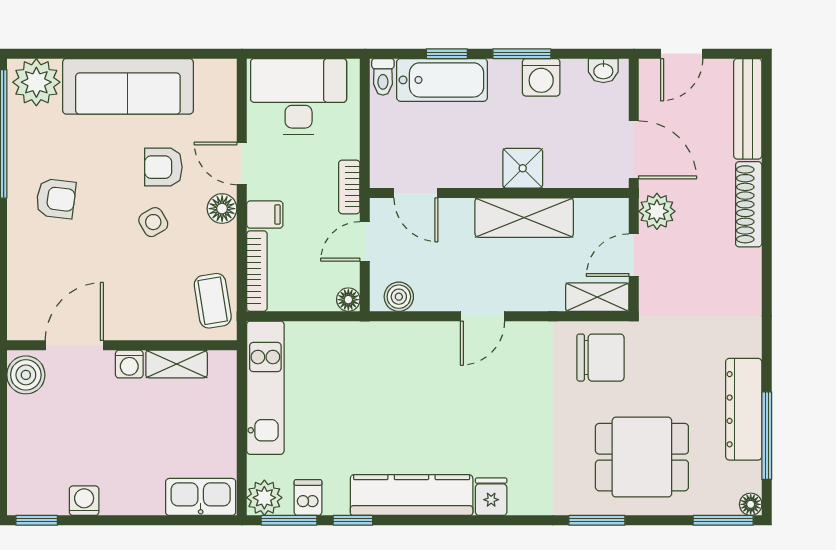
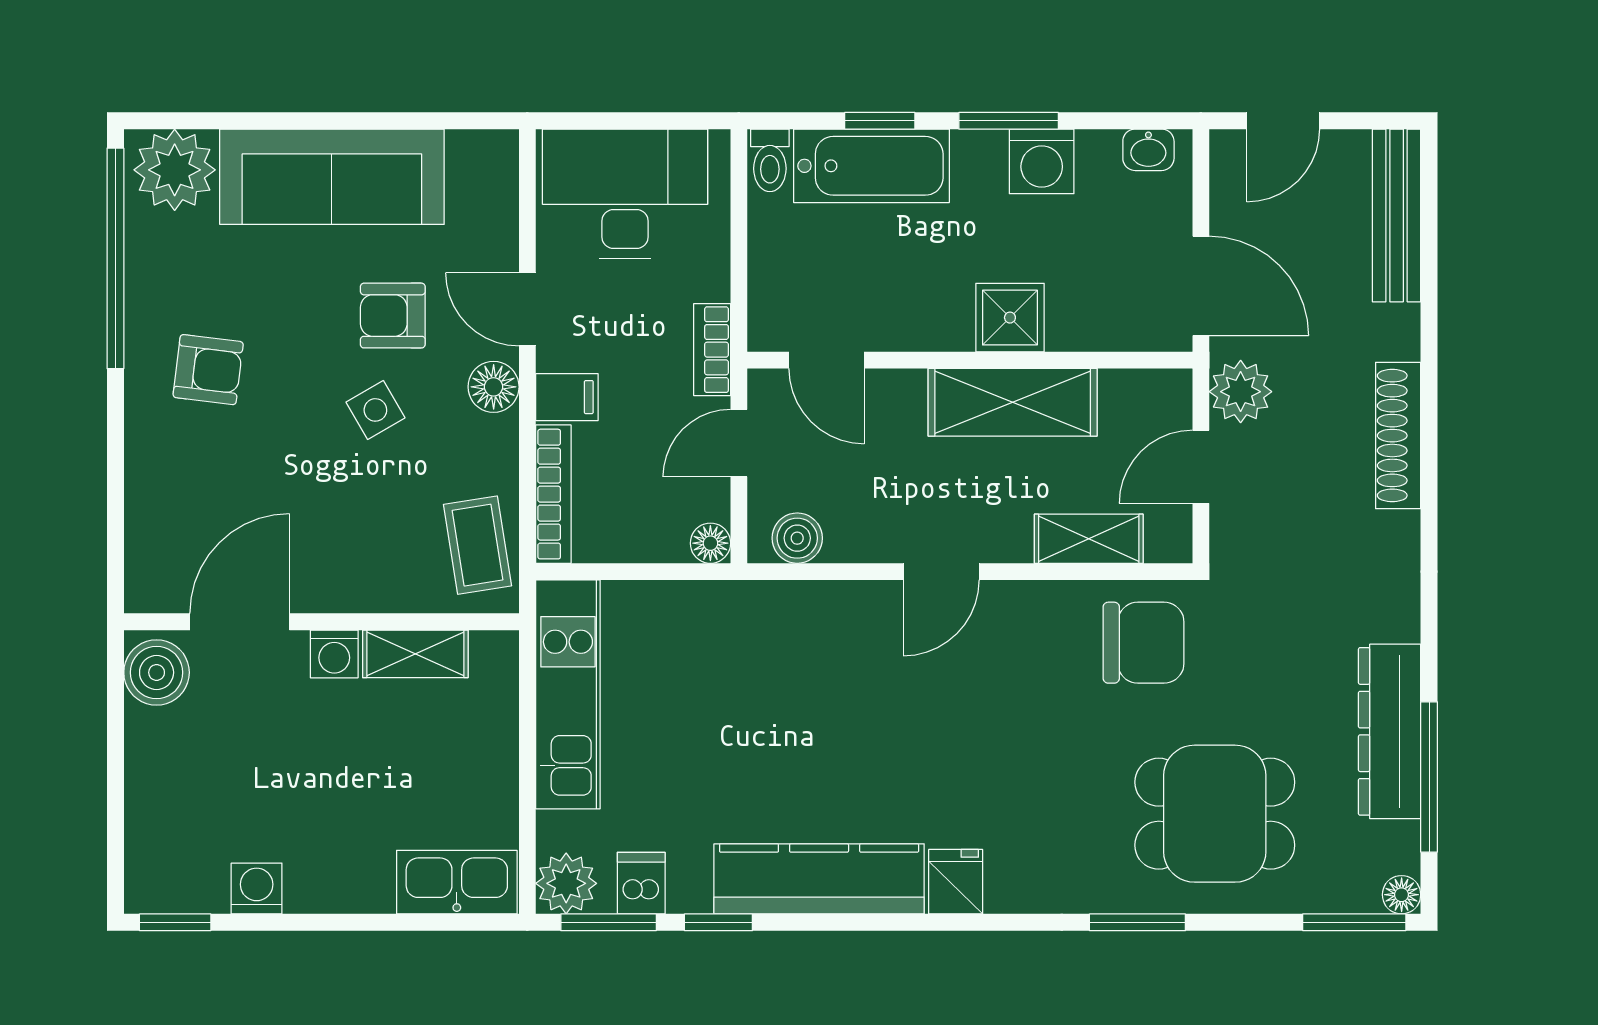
shoe rack: (749, 204) -> (1398, 436), moved
shelving: (597, 297) -> (1089, 539), moved

